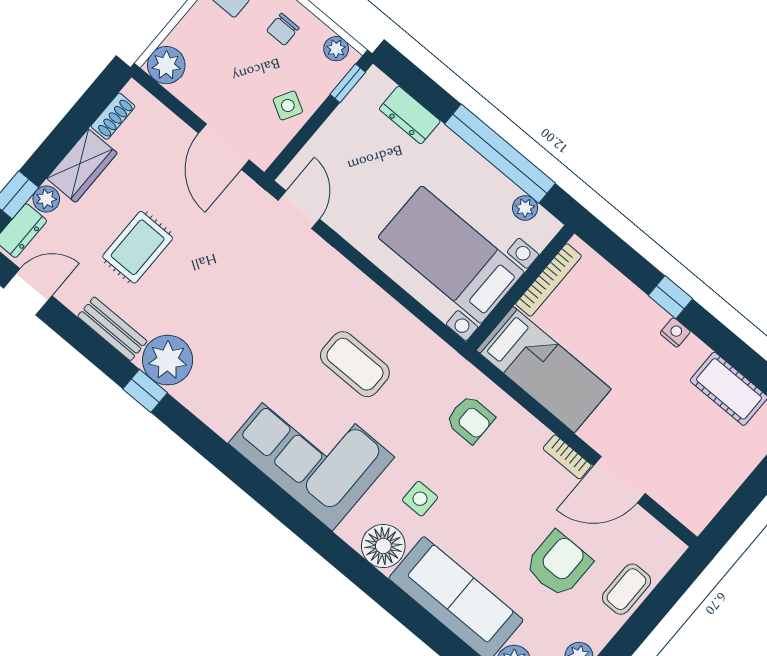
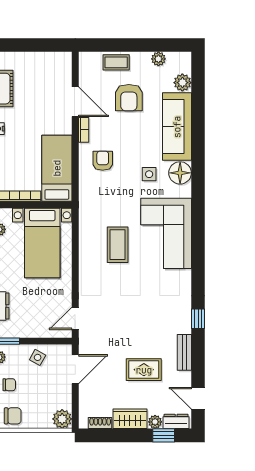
plant: (168, 360) -> (178, 320), removed
armchair: (470, 419) -> (103, 161), moved
armchair: (558, 564) -> (129, 98), turned -90

